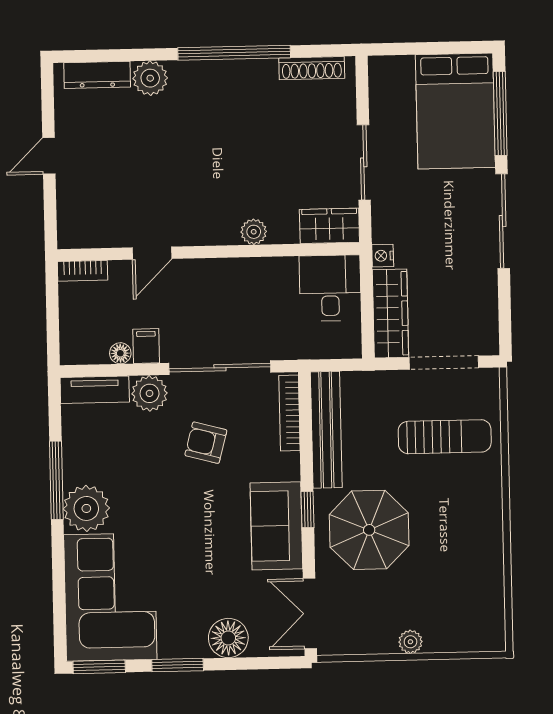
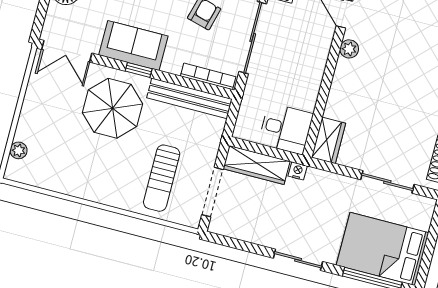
sliding door: (364, 162) -> (387, 182), moved
sliding door: (503, 221) -> (298, 260), width x0.73
plant: (254, 232) -> (349, 49), moved
double door: (310, 614) -> (67, 51), swing flipped
plant: (410, 642) -> (19, 150), moved

